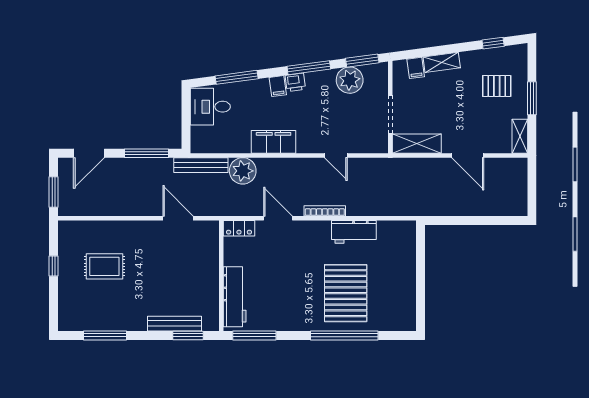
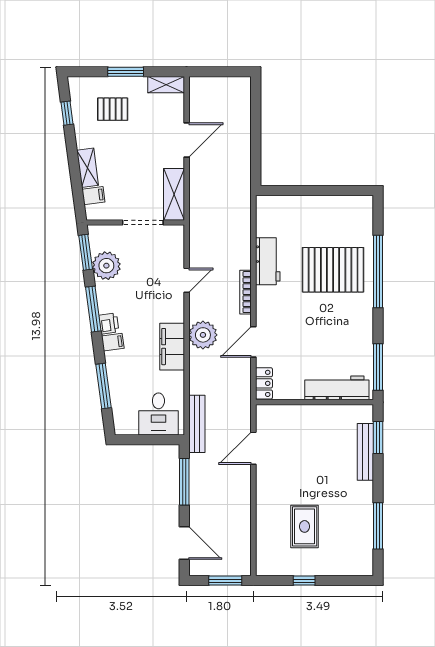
pallet: (497, 86) -> (113, 109), turned 90
desk: (210, 107) -> (158, 414), moved
plant: (243, 171) -> (203, 335), moved

